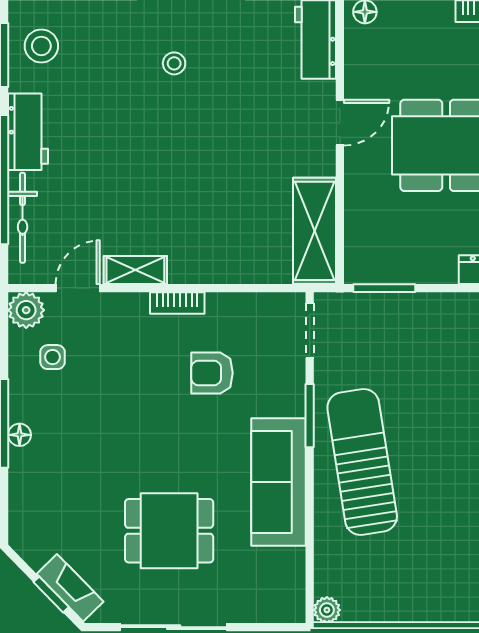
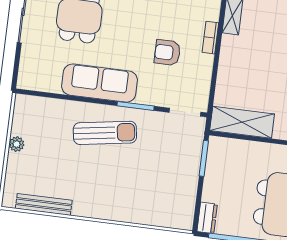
armchair: (212, 373) -> (167, 53), turned -90
sun lounger: (362, 462) -> (105, 133), width x0.73, depth x0.75
plant: (327, 610) -> (17, 144), moved

